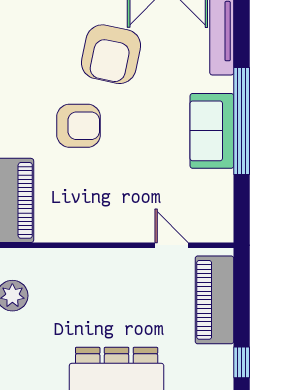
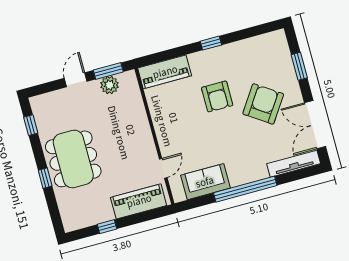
armchair: (111, 54) -> (263, 104), turned 112
sofa: (212, 131) -> (205, 182), moved

